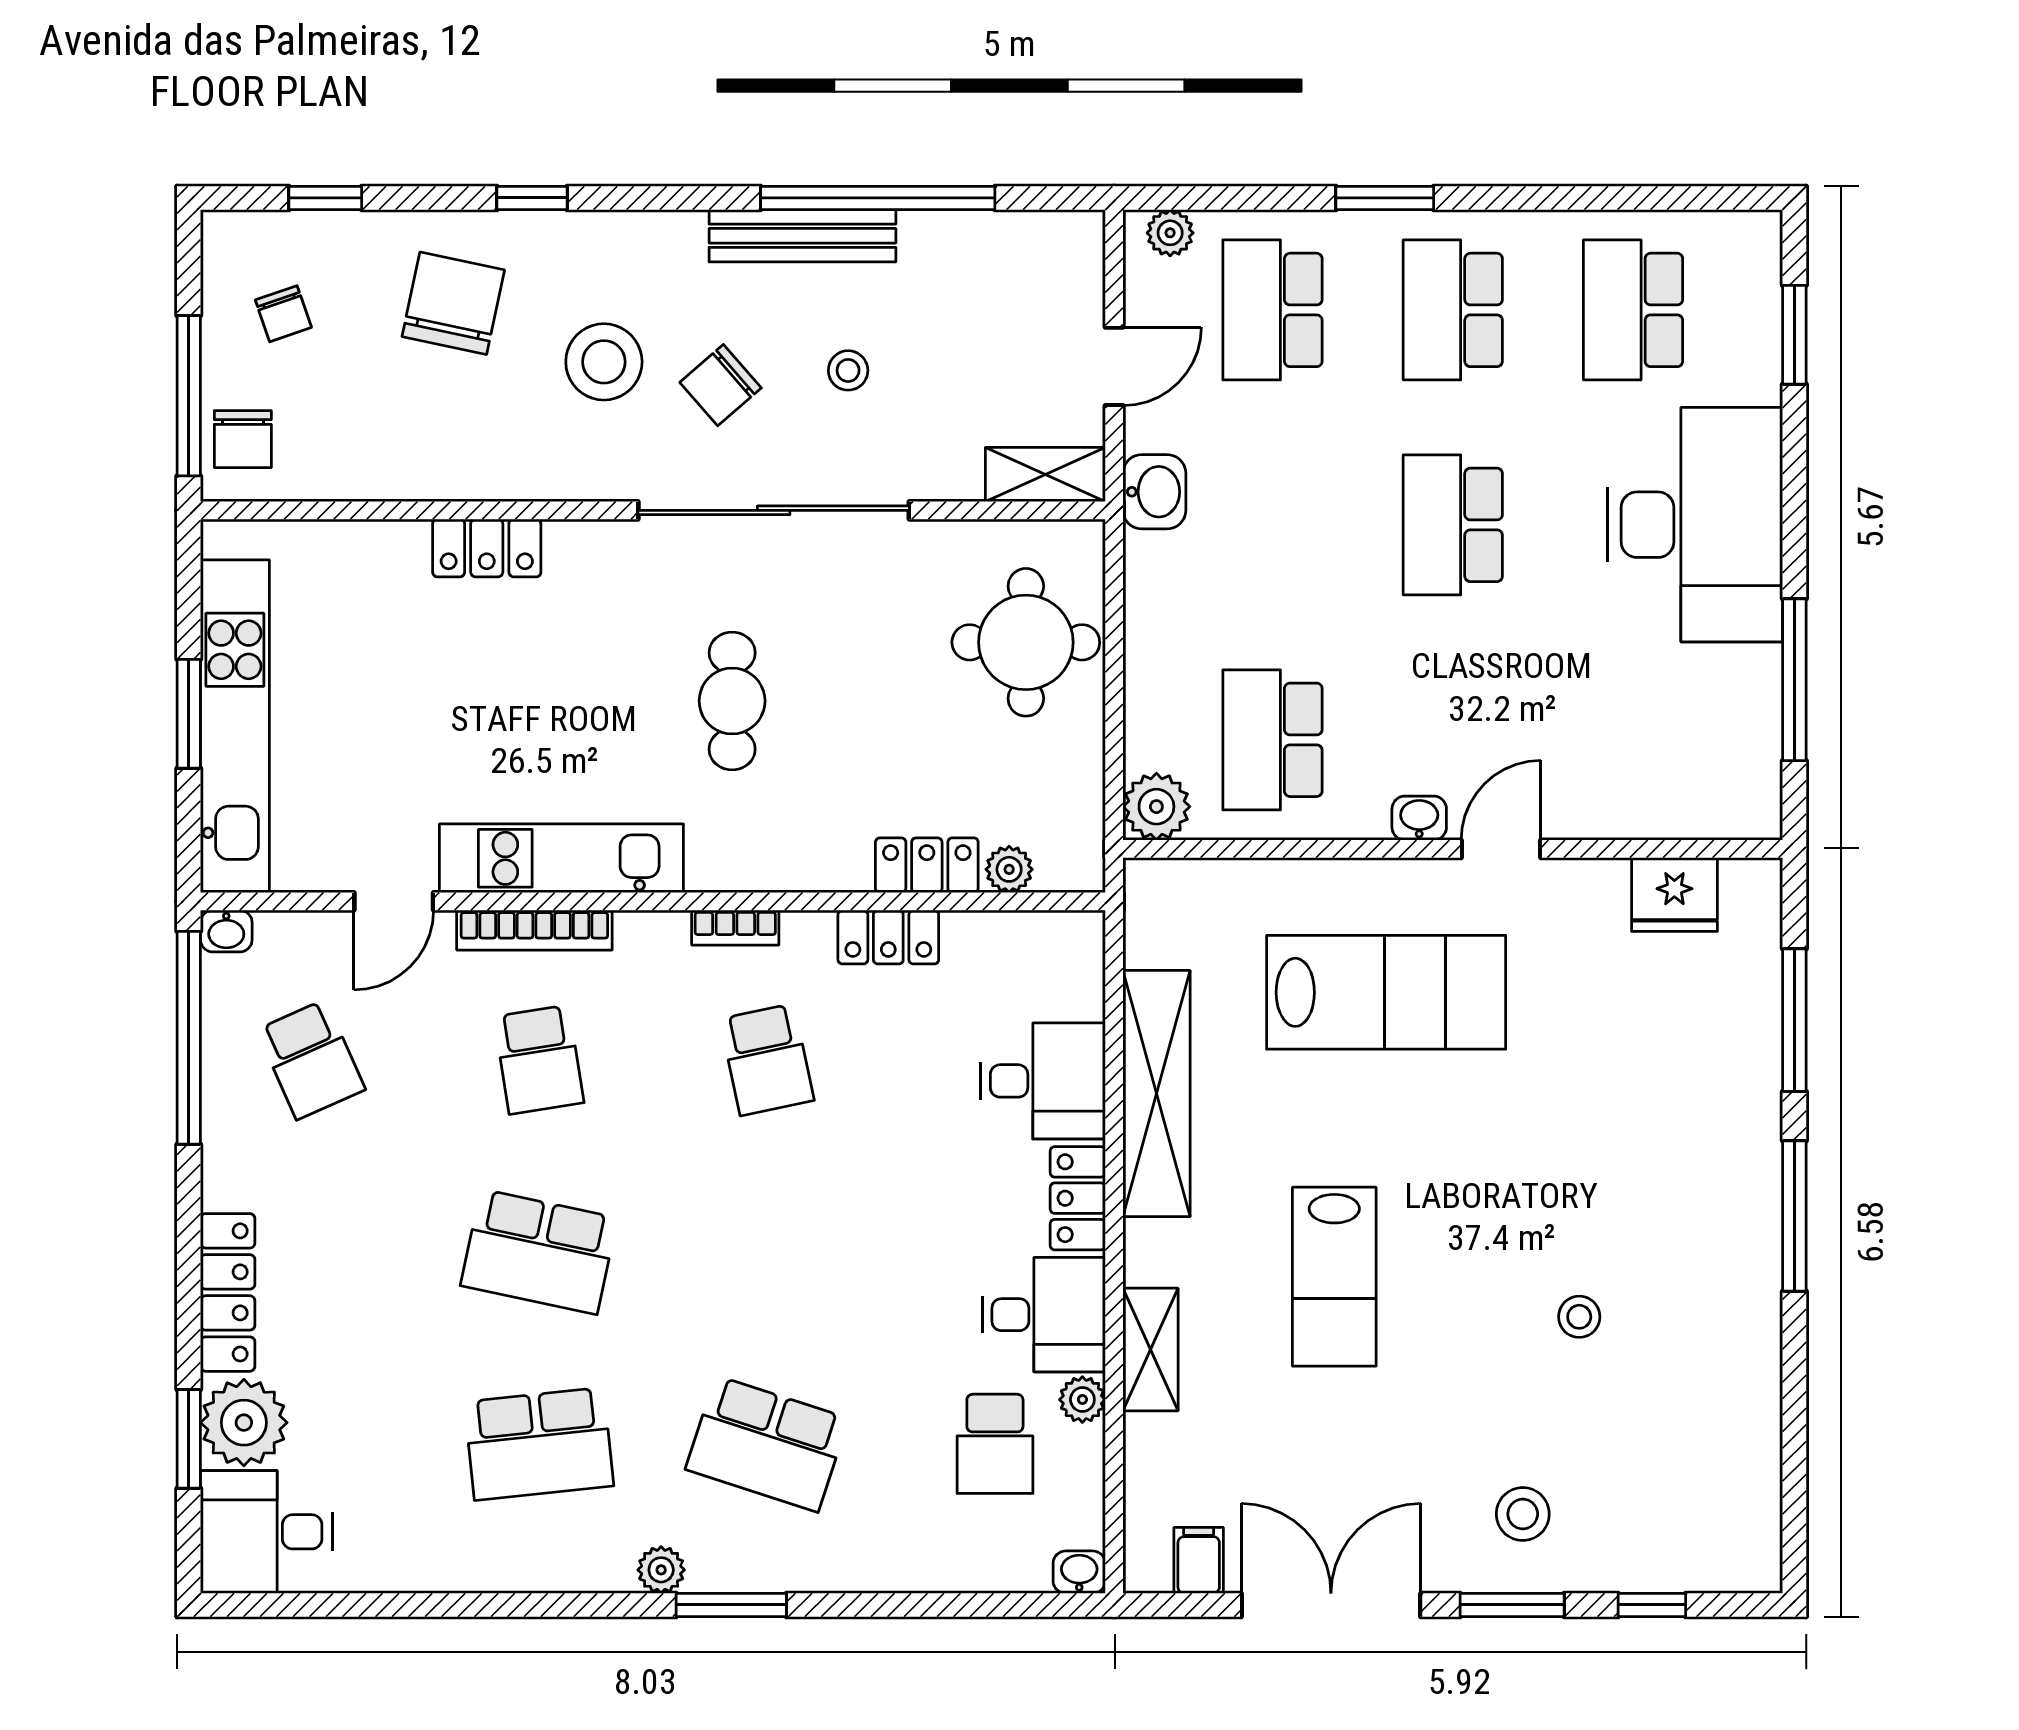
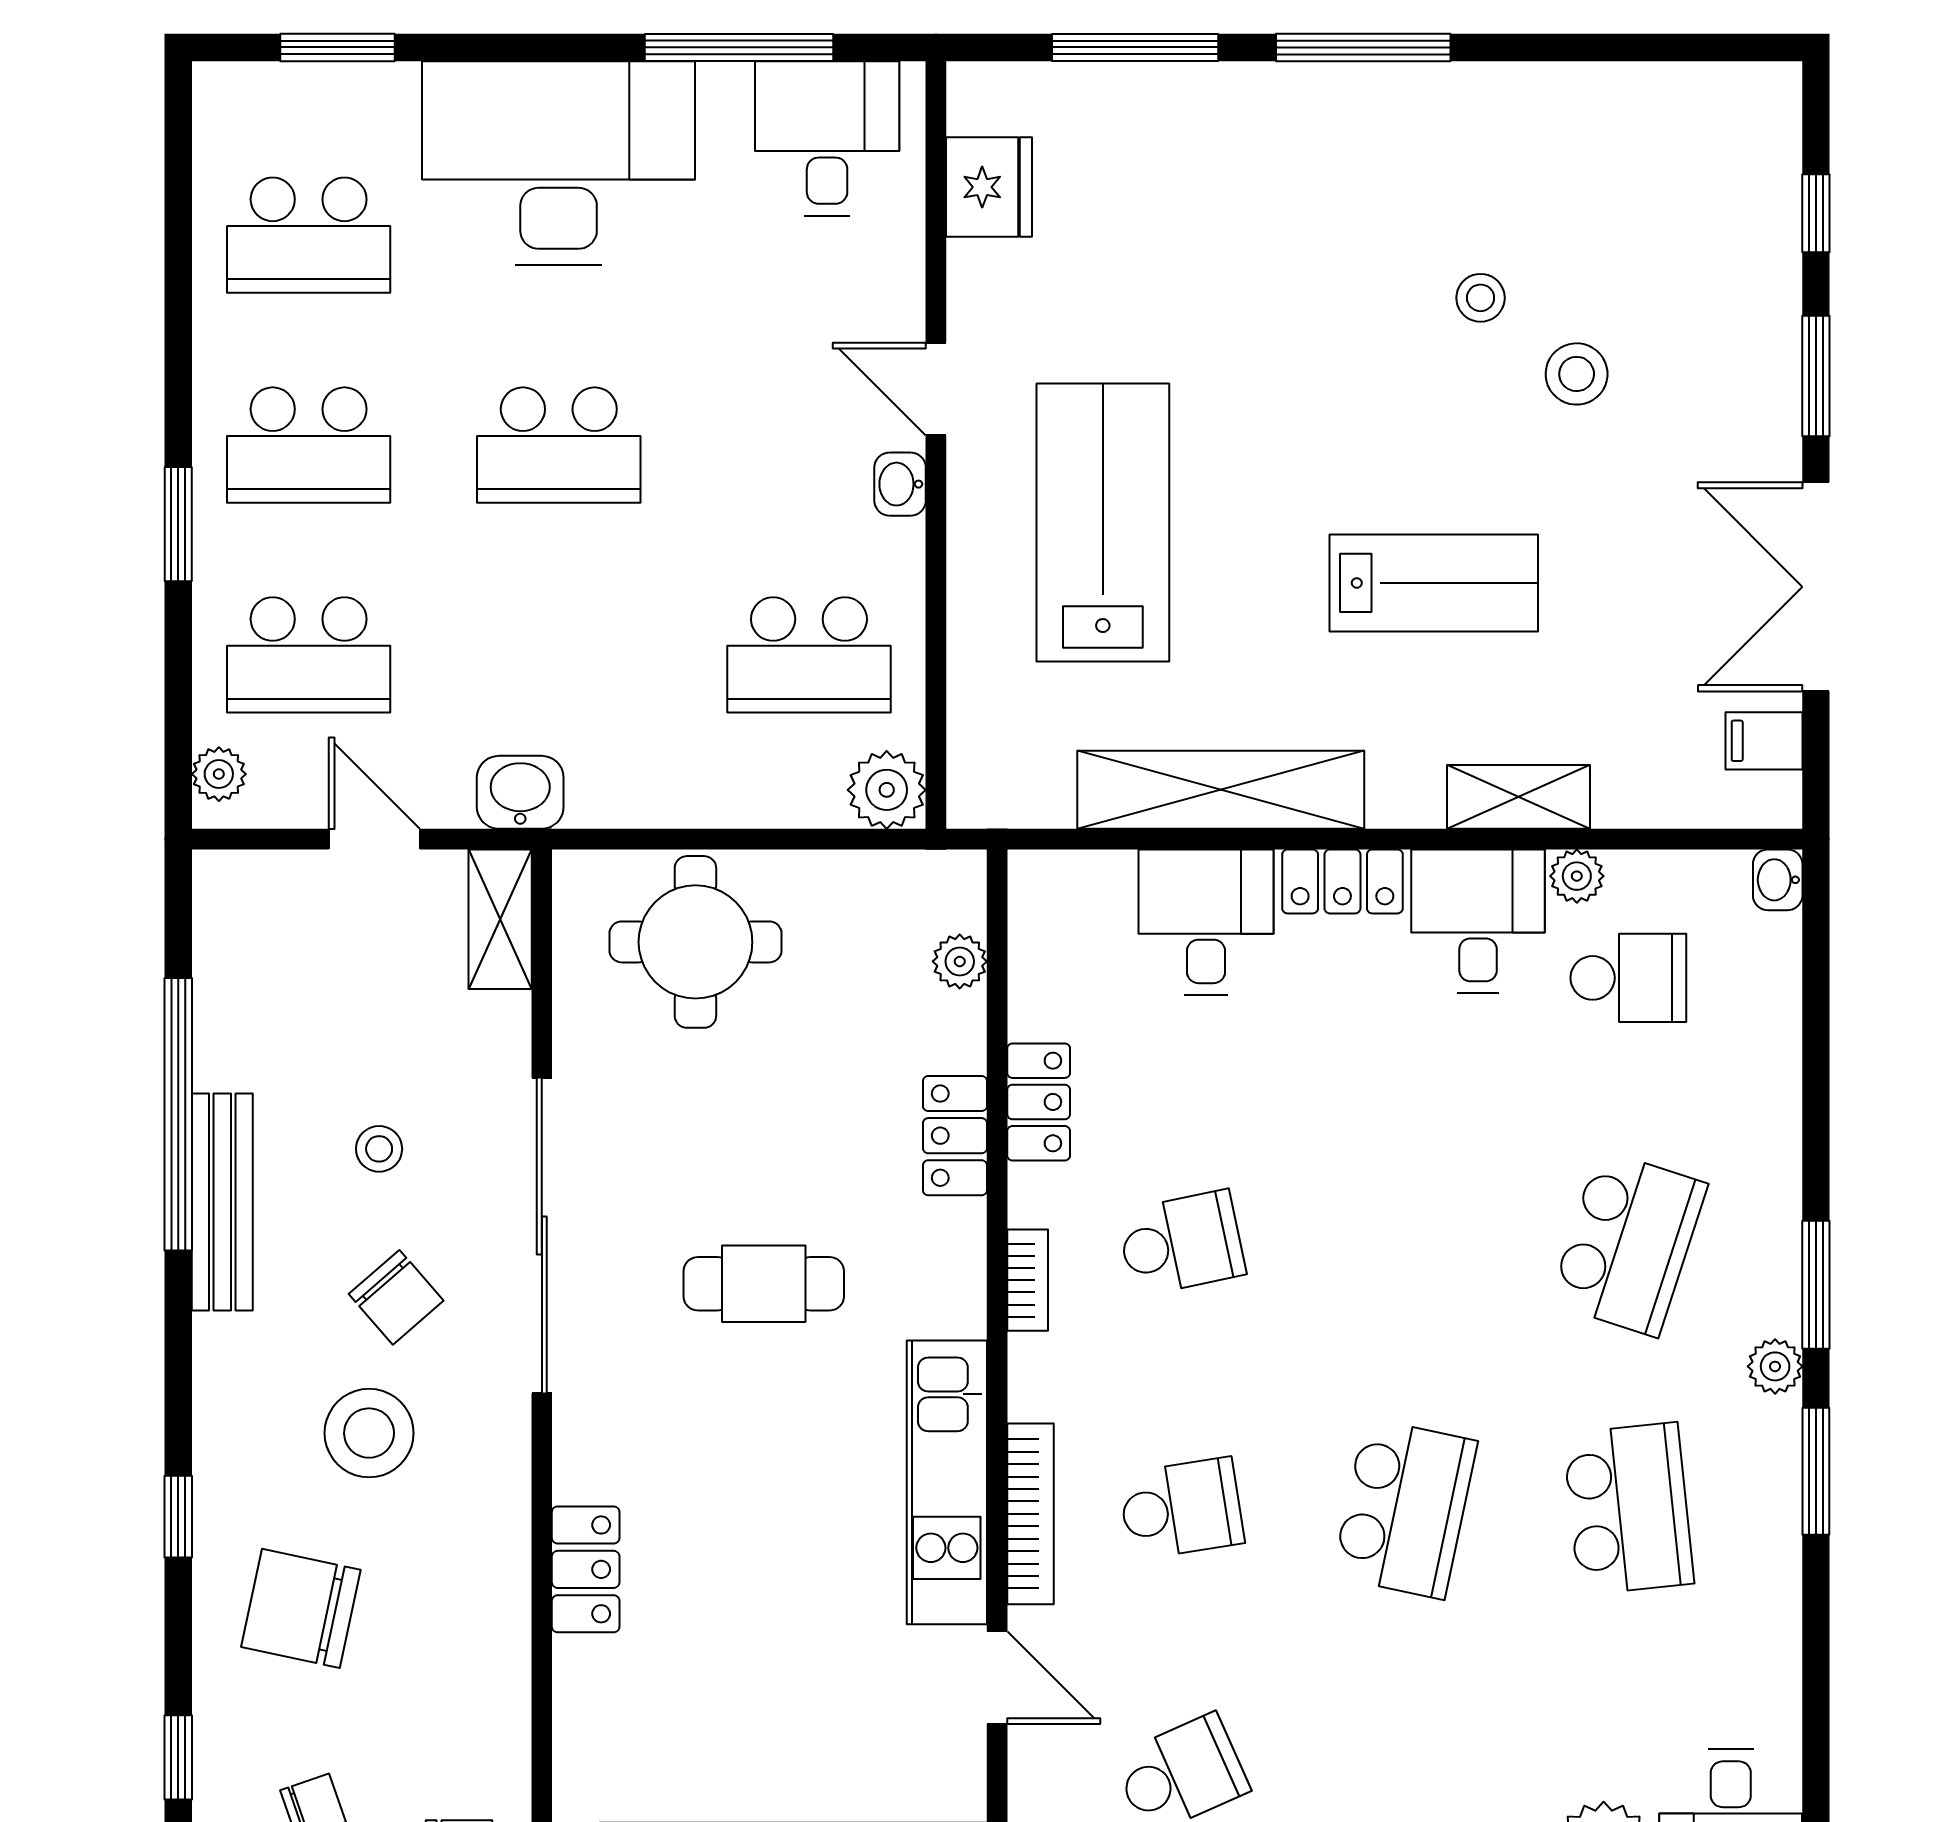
desk: (1716, 755) -> (827, 139), added
locker: (927, 865) -> (955, 1136), moved
stool: (1523, 1514) -> (1577, 374), moved
window: (571, 1605) -> (1816, 1471), added

